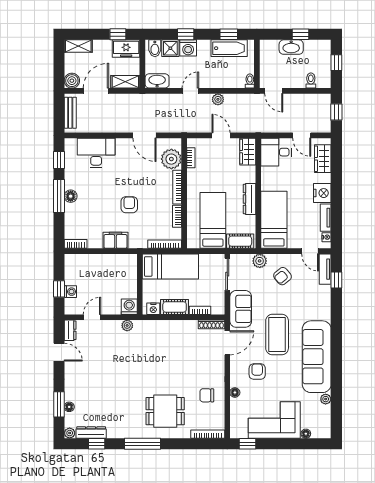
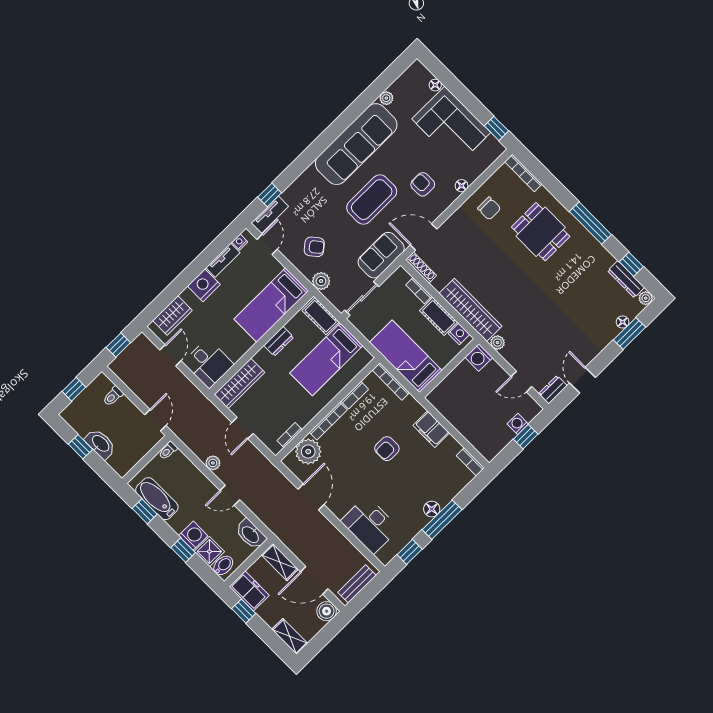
wardrobe: (248, 152) -> (239, 383), width x1.50
dresser: (249, 199) -> (279, 341), width x0.70
wardrobe: (161, 329) -> (470, 310), added
armchair: (257, 372) -> (423, 184), turned 90

